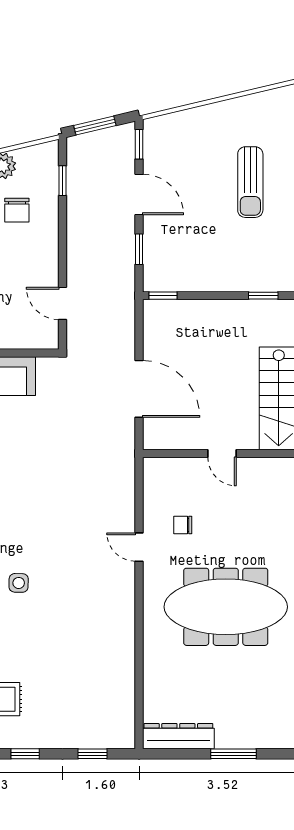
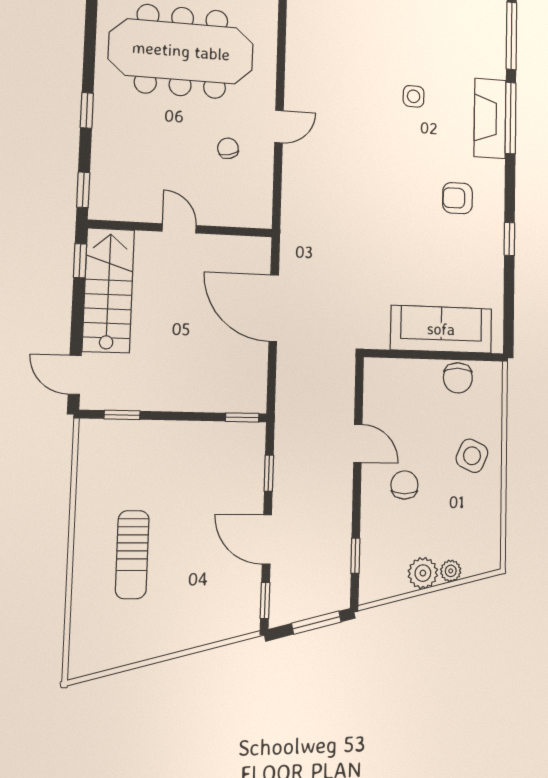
sun lounger: (250, 182) -> (132, 555), turned 180
chair: (17, 210) -> (404, 485), moved
door: (62, 303) -> (358, 443), moved
chair: (183, 525) -> (228, 148), turned -104
door: (139, 547) -> (279, 127), hinge flipped

